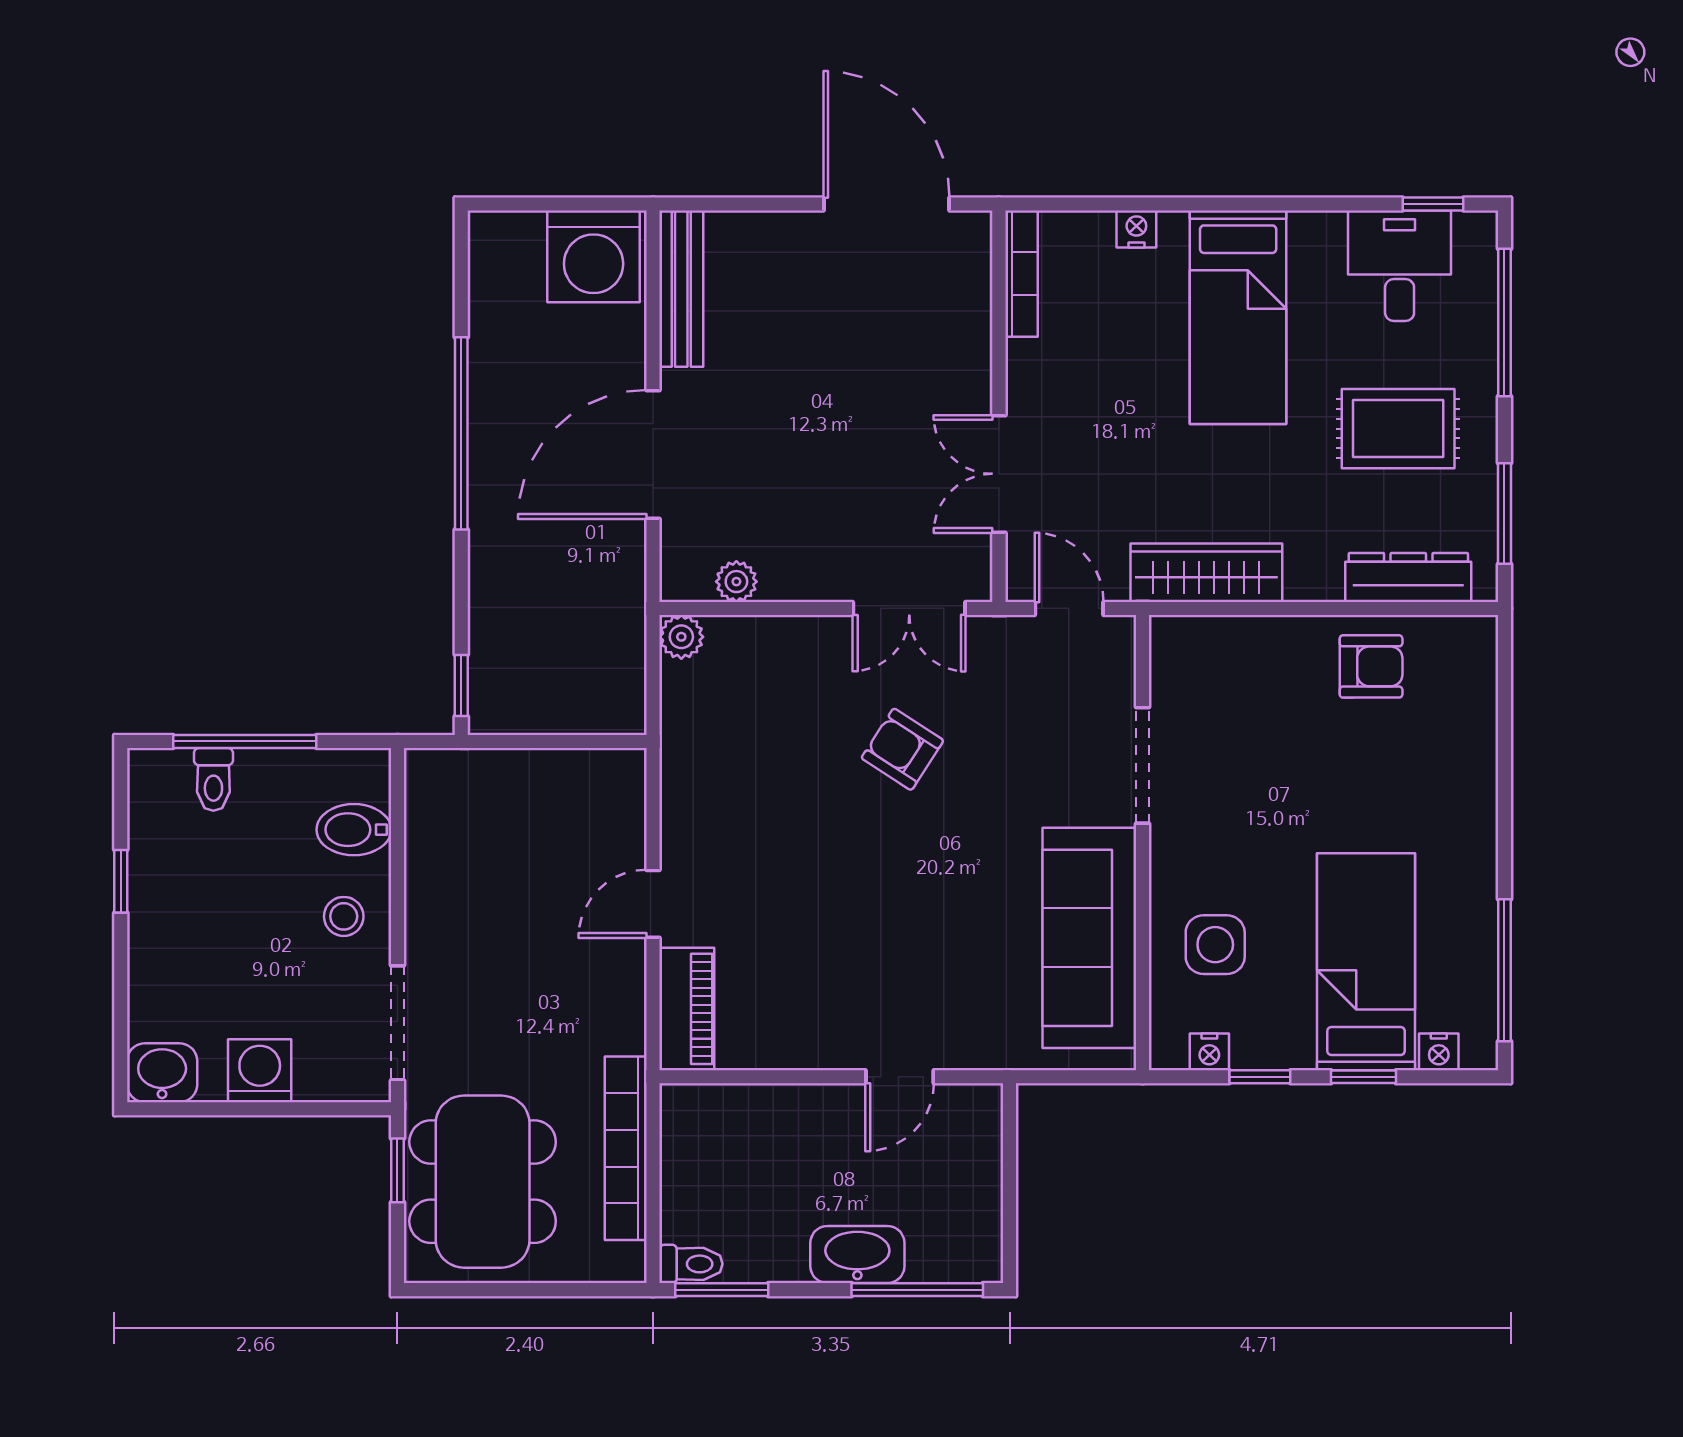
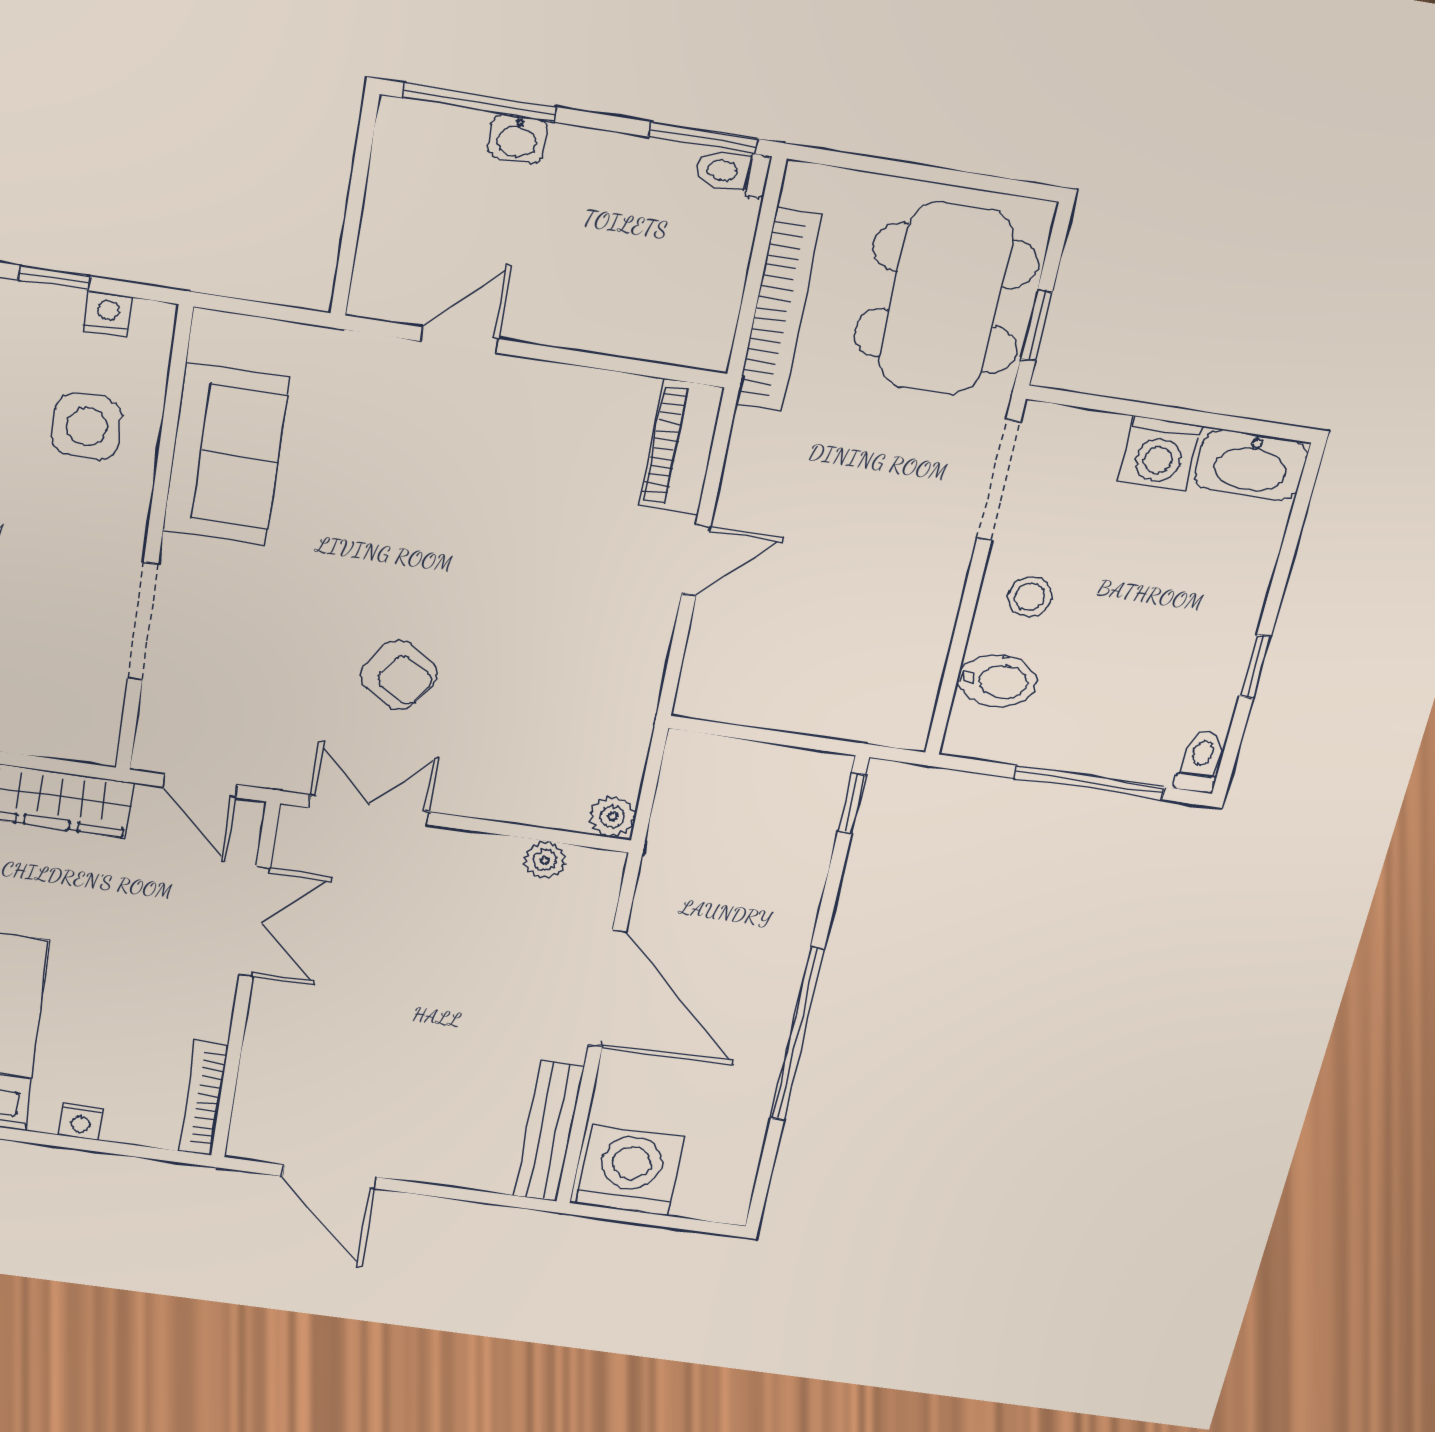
door: (886, 204) -> (330, 1177), width x0.73
door: (653, 454) -> (607, 989), hinge flipped
toilet: (213, 779) -> (1201, 761), moved
sofa: (1089, 938) -> (226, 455), width x0.73
washbasin: (162, 1073) -> (1251, 465), width x1.38
washbasin: (857, 1255) -> (517, 139), width x0.52, depth x0.69

